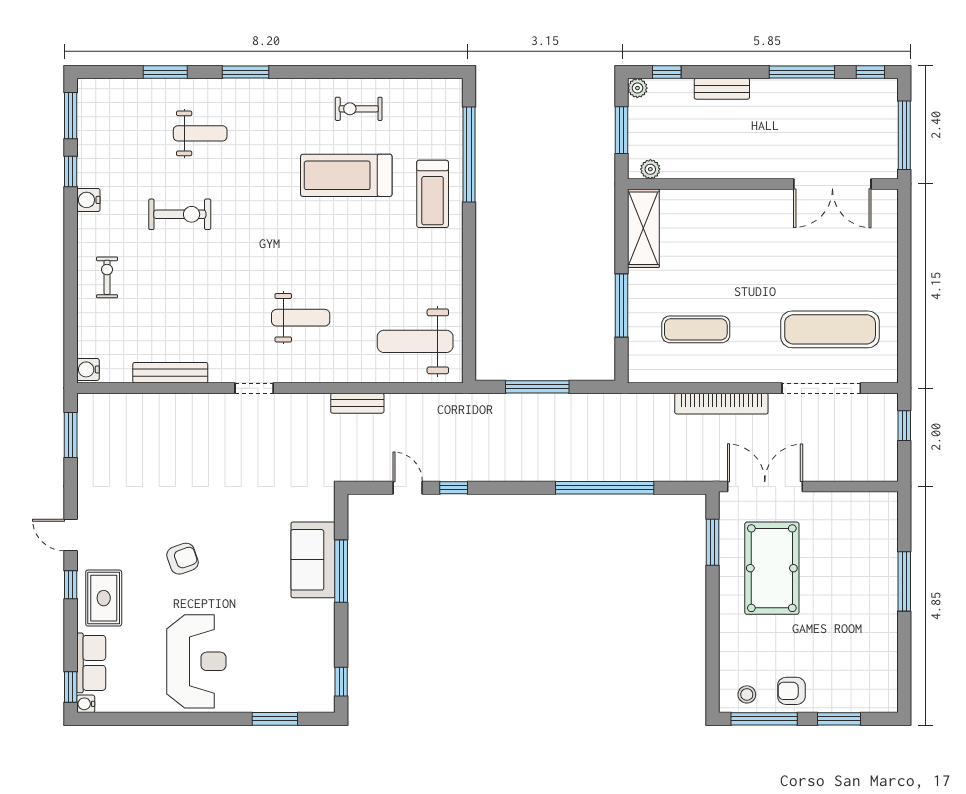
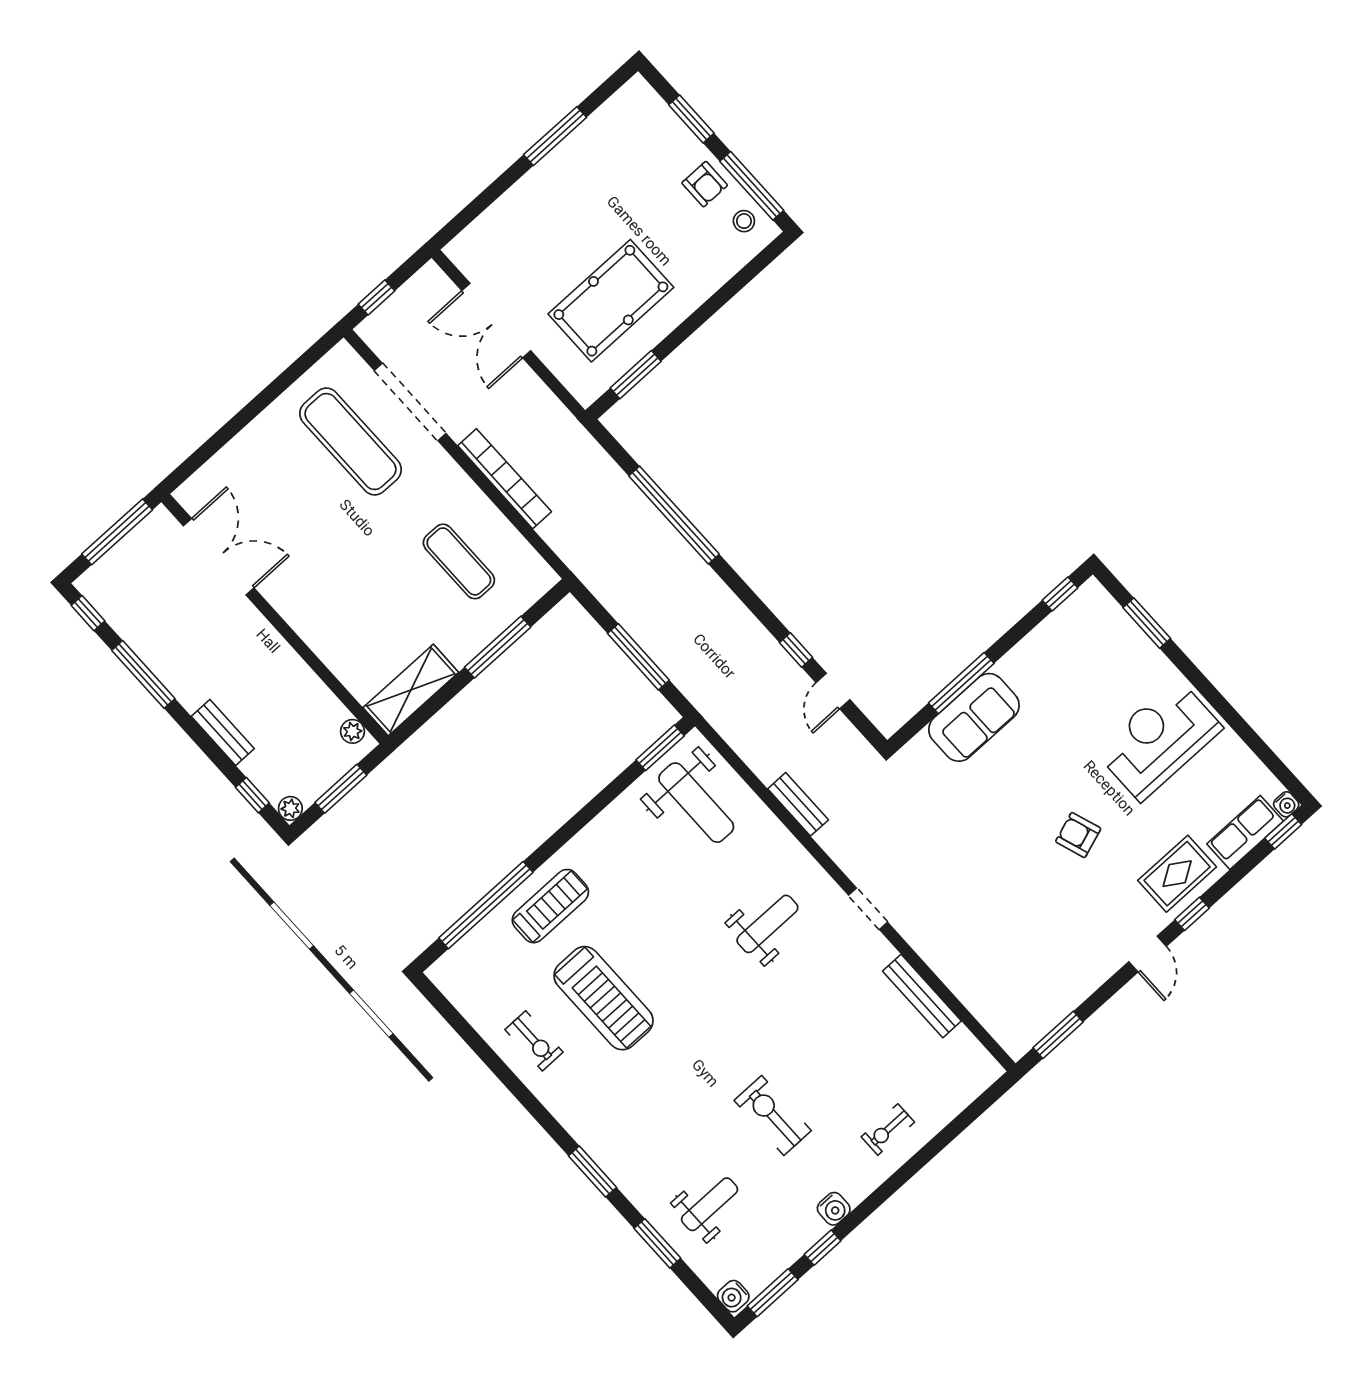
weight bench: (200, 133) -> (710, 1204), moved, turned 90
weight bench: (301, 318) -> (767, 924), turned 90
window: (469, 350) -> (660, 748), added
water cooler: (88, 369) -> (733, 1296), moved, turned 90
double door: (765, 486) -> (496, 321), moved
window: (904, 581) -> (555, 136), moved

